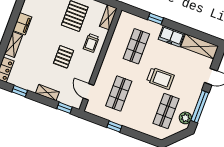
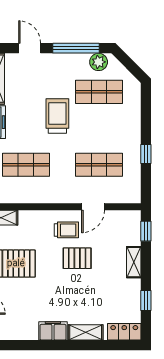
trolley: (91, 43) -> (66, 230), moved
door: (89, 92) -> (93, 207), moved

